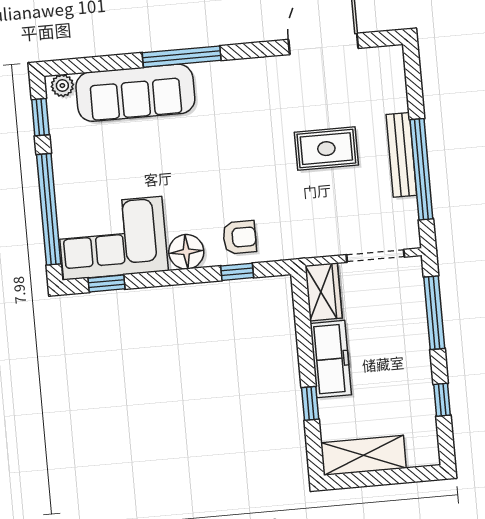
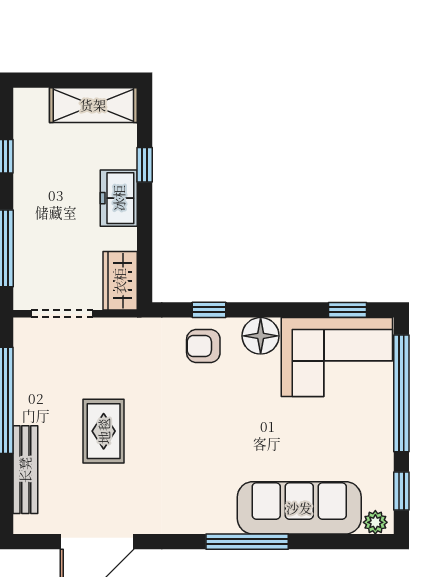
rug: (326, 149) -> (104, 431), turned 90
bench: (401, 155) -> (25, 470), moved
freezer: (331, 359) -> (119, 198), width x0.71

